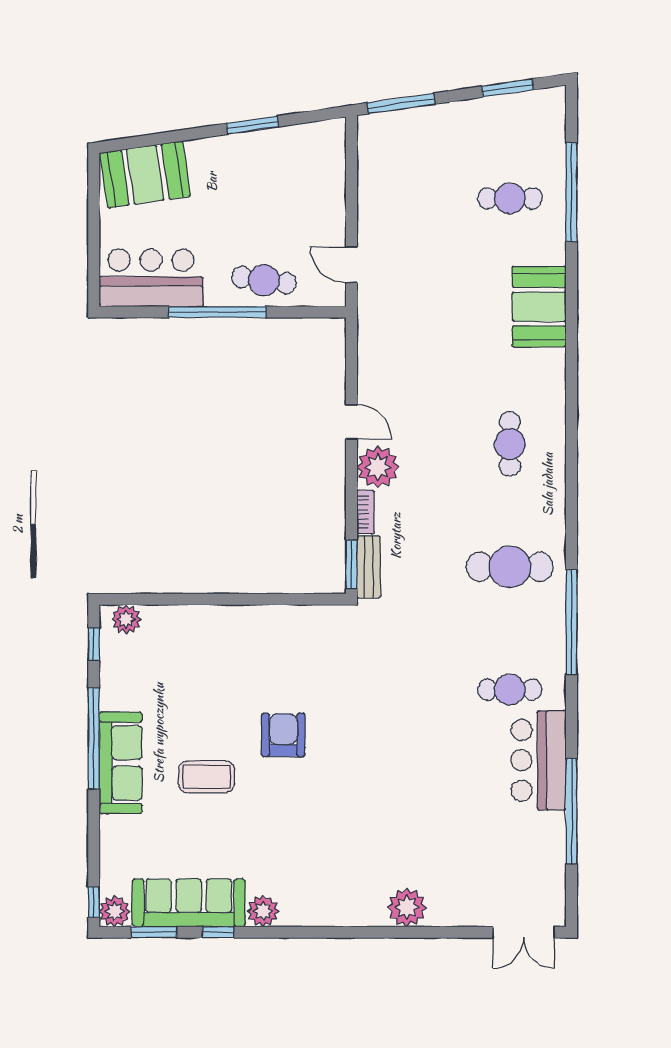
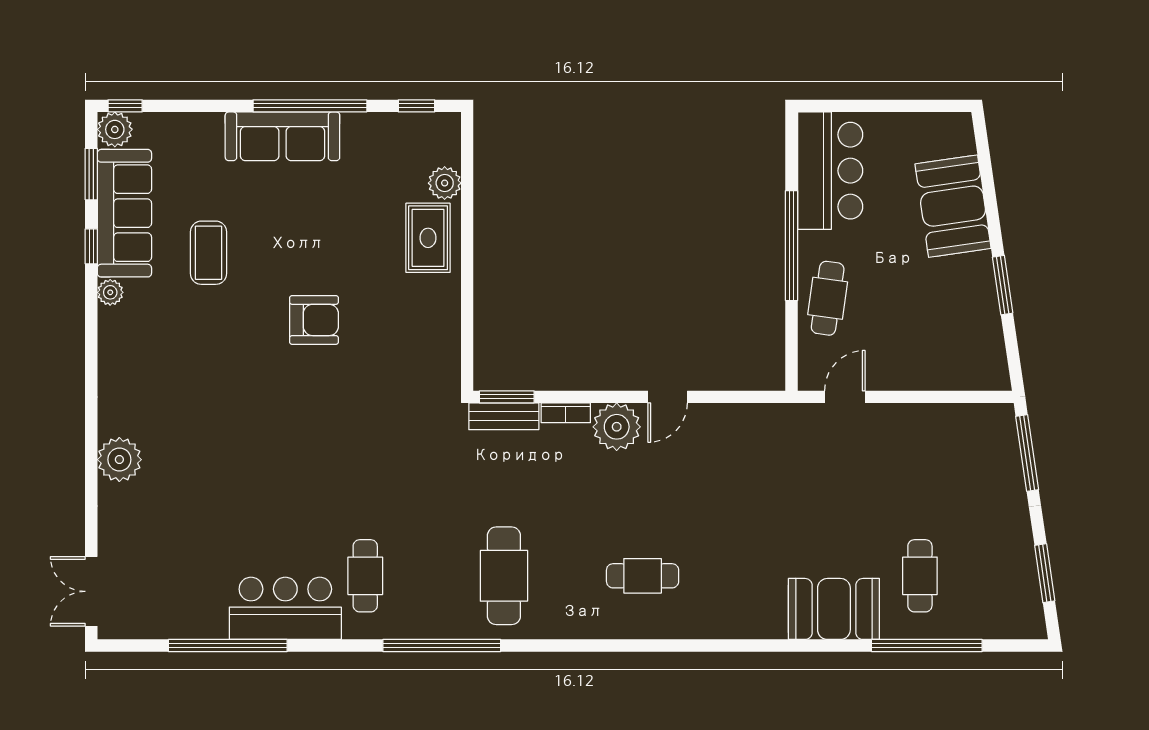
booth: (145, 174) -> (953, 206), moved
booth: (539, 307) -> (834, 609), moved
plant: (126, 619) -> (445, 183), moved
rug: (211, 634) -> (428, 238), added
coffee table: (206, 777) -> (209, 253), moved
plant: (263, 911) -> (110, 292), width x0.73, depth x0.73

